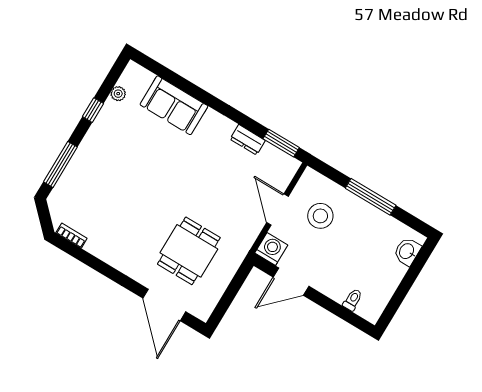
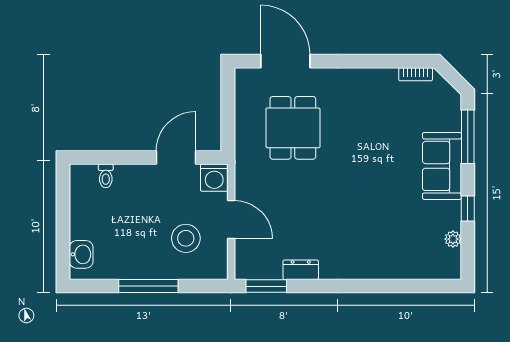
sofa: (174, 105) -> (442, 166), moved, turned -90

